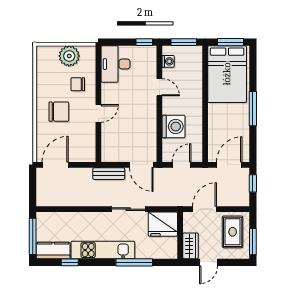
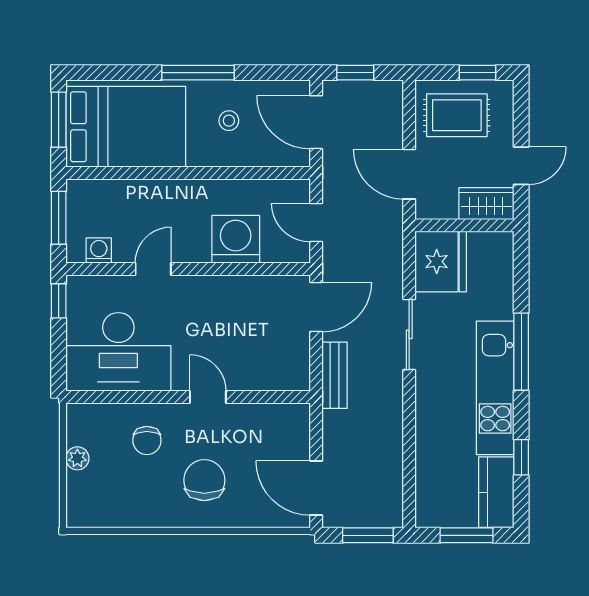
plant: (69, 56) -> (77, 458), width x0.53, depth x0.53
desk: (116, 64) -> (118, 352), width x1.36, depth x1.30
stool: (230, 123) -> (229, 121), added
window: (33, 189) -> (368, 535), added
window: (33, 236) -> (466, 535), width x0.69
window: (253, 242) -> (477, 73), width x0.67
window: (134, 262) -> (521, 352), moved
door: (208, 262) -> (521, 166), hinge flipped

